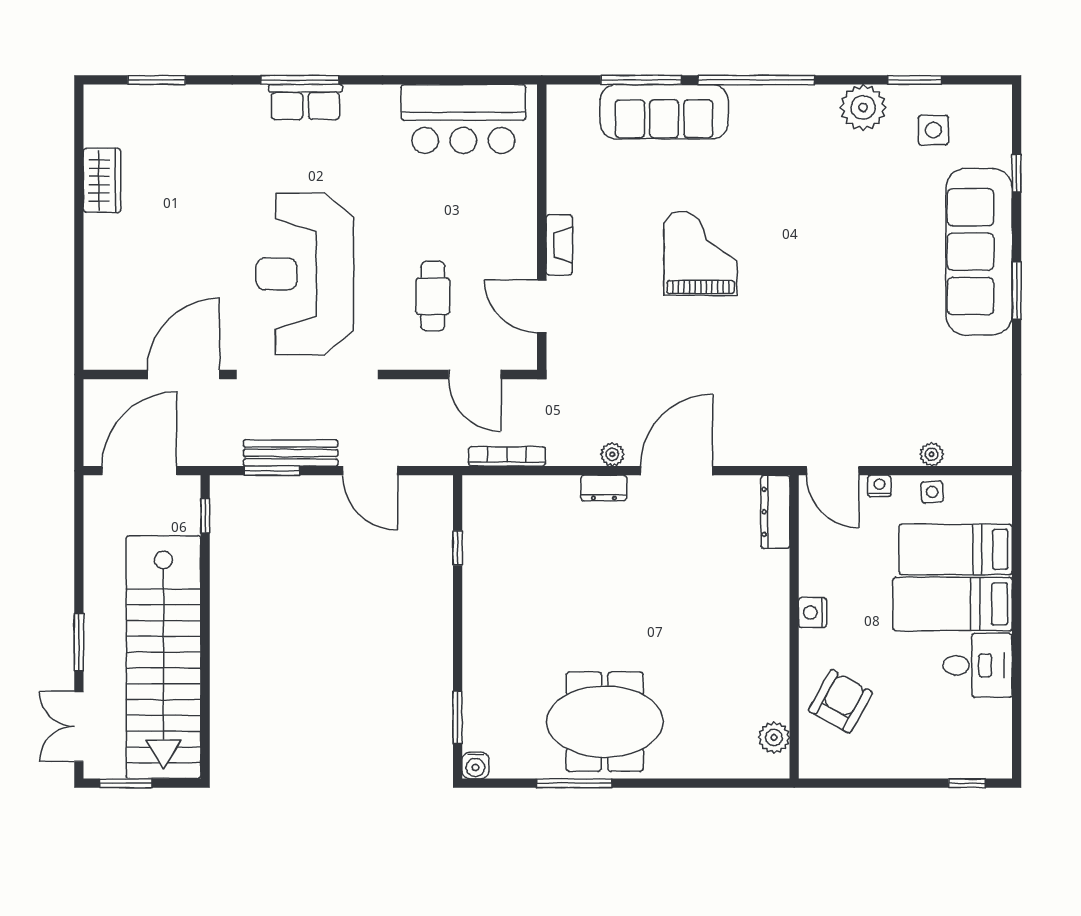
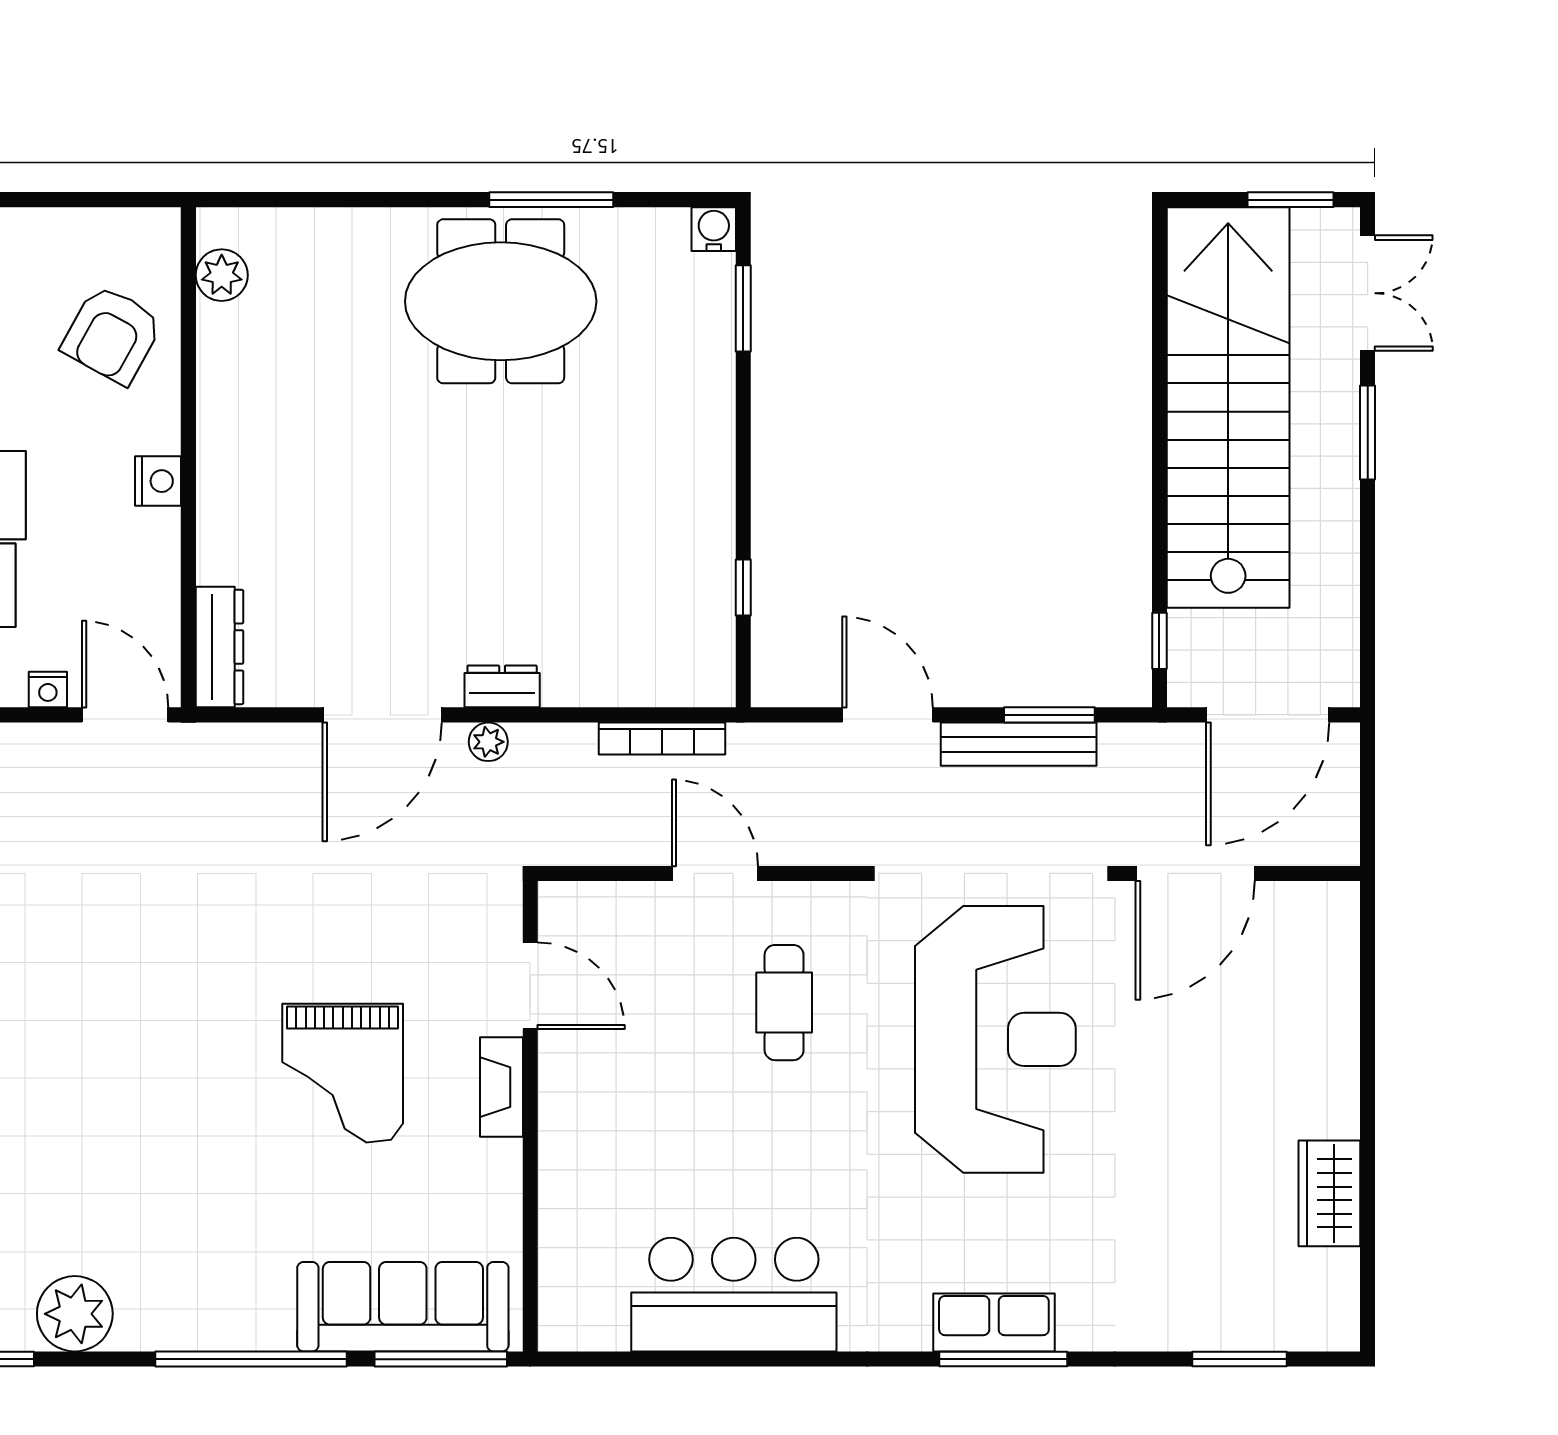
wall: (542, 227) -> (530, 1116), moved
fireplace: (559, 245) -> (501, 1087), moved
door: (542, 306) -> (530, 986), moved

